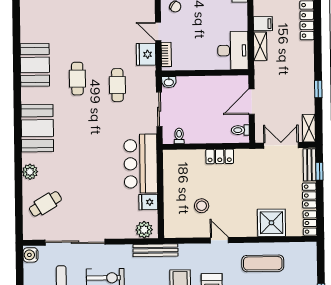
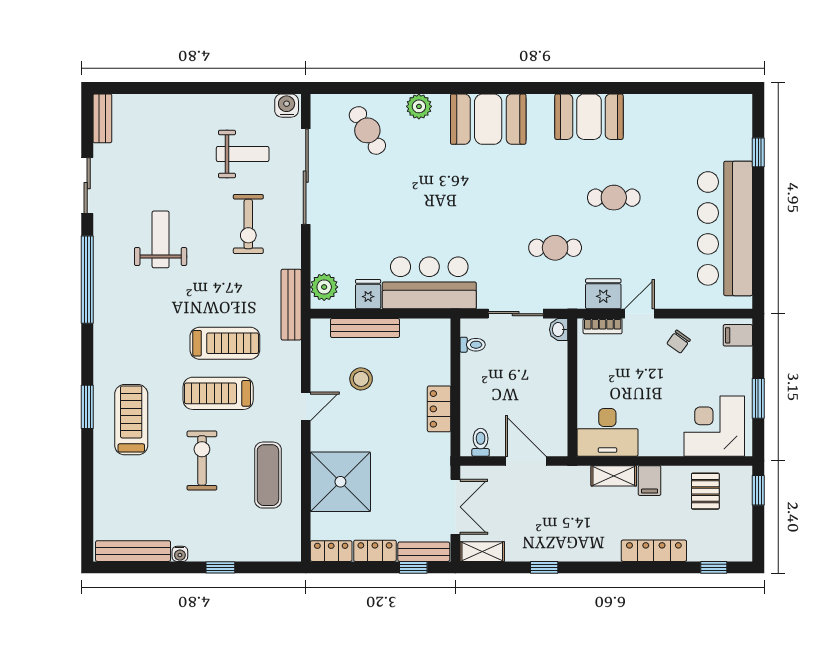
cafe table: (77, 79) -> (614, 198), moved
bench: (170, 204) -> (365, 328), added
shower: (271, 223) -> (340, 482), width x1.37, depth x1.37

